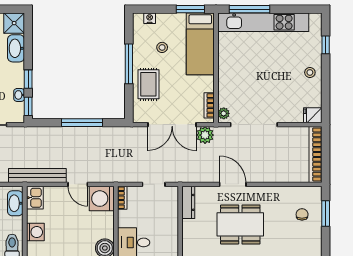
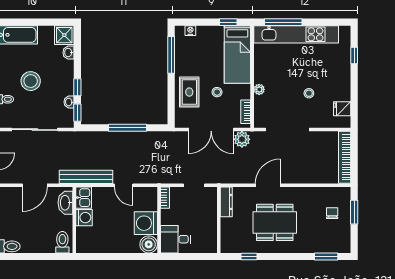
window: (190, 9) -> (228, 22), width x0.67
stool: (162, 47) -> (217, 92), moved
washbasin: (16, 48) -> (69, 53), width x0.52, depth x0.69
window: (129, 64) -> (171, 55), moved
stool: (310, 72) -> (309, 93), moved
plant: (224, 113) -> (259, 89), moved
fridge: (313, 115) -> (342, 109), moved
door: (233, 184) -> (268, 185), hinge flipped
washing machine: (102, 199) -> (146, 223), moved
washing machine: (35, 232) -> (84, 218), moved

